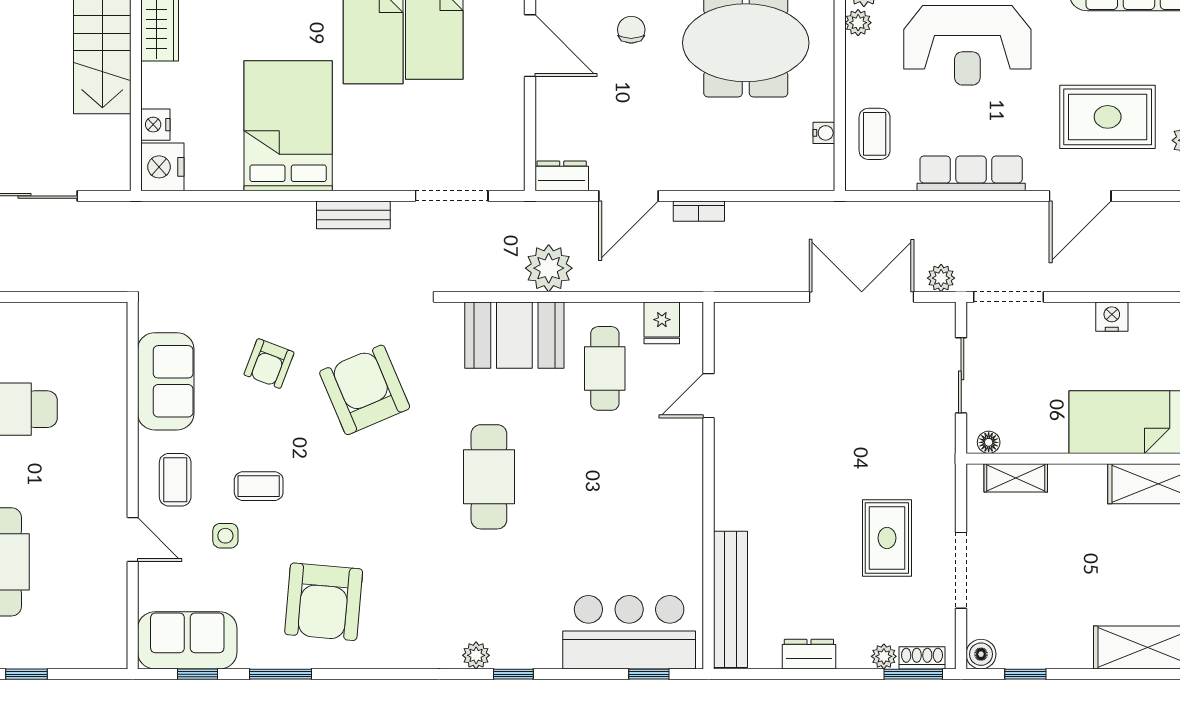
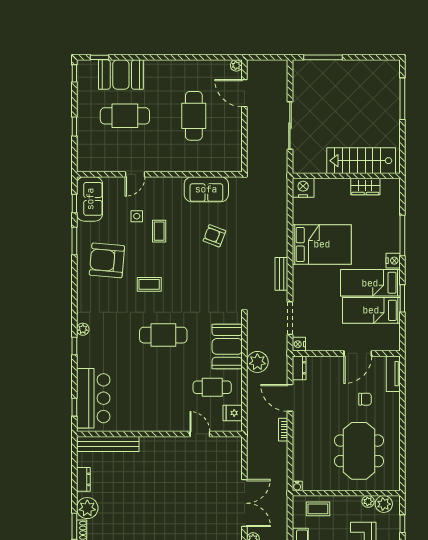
nightstand: (155, 125) -> (299, 344), moved, turned -90
water cooler: (824, 133) -> (297, 486), moved
armchair: (365, 390) -> (203, 279), removed
coffee table: (175, 480) -> (149, 284), moved
rug: (887, 538) -> (136, 514), removed
plant: (884, 656) -> (87, 508), width x1.87, depth x1.87

